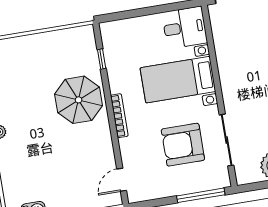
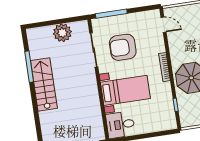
armchair: (183, 145) -> (123, 47), turned 180
door: (122, 180) -> (164, 25), hinge flipped

